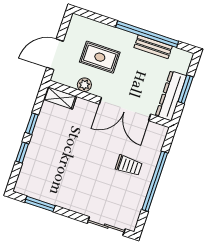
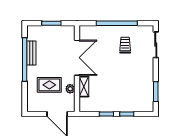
rug: (100, 57) -> (49, 85), turned 90
dresser: (171, 96) -> (59, 31), removed
shelving: (60, 98) -> (84, 87), moved
trolley: (129, 165) -> (125, 45), moved

